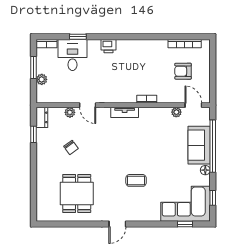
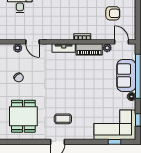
armchair: (183, 71) -> (113, 13), turned 180
piano: (155, 114) -> (89, 49), added
coffee table: (136, 180) -> (63, 119), moved

